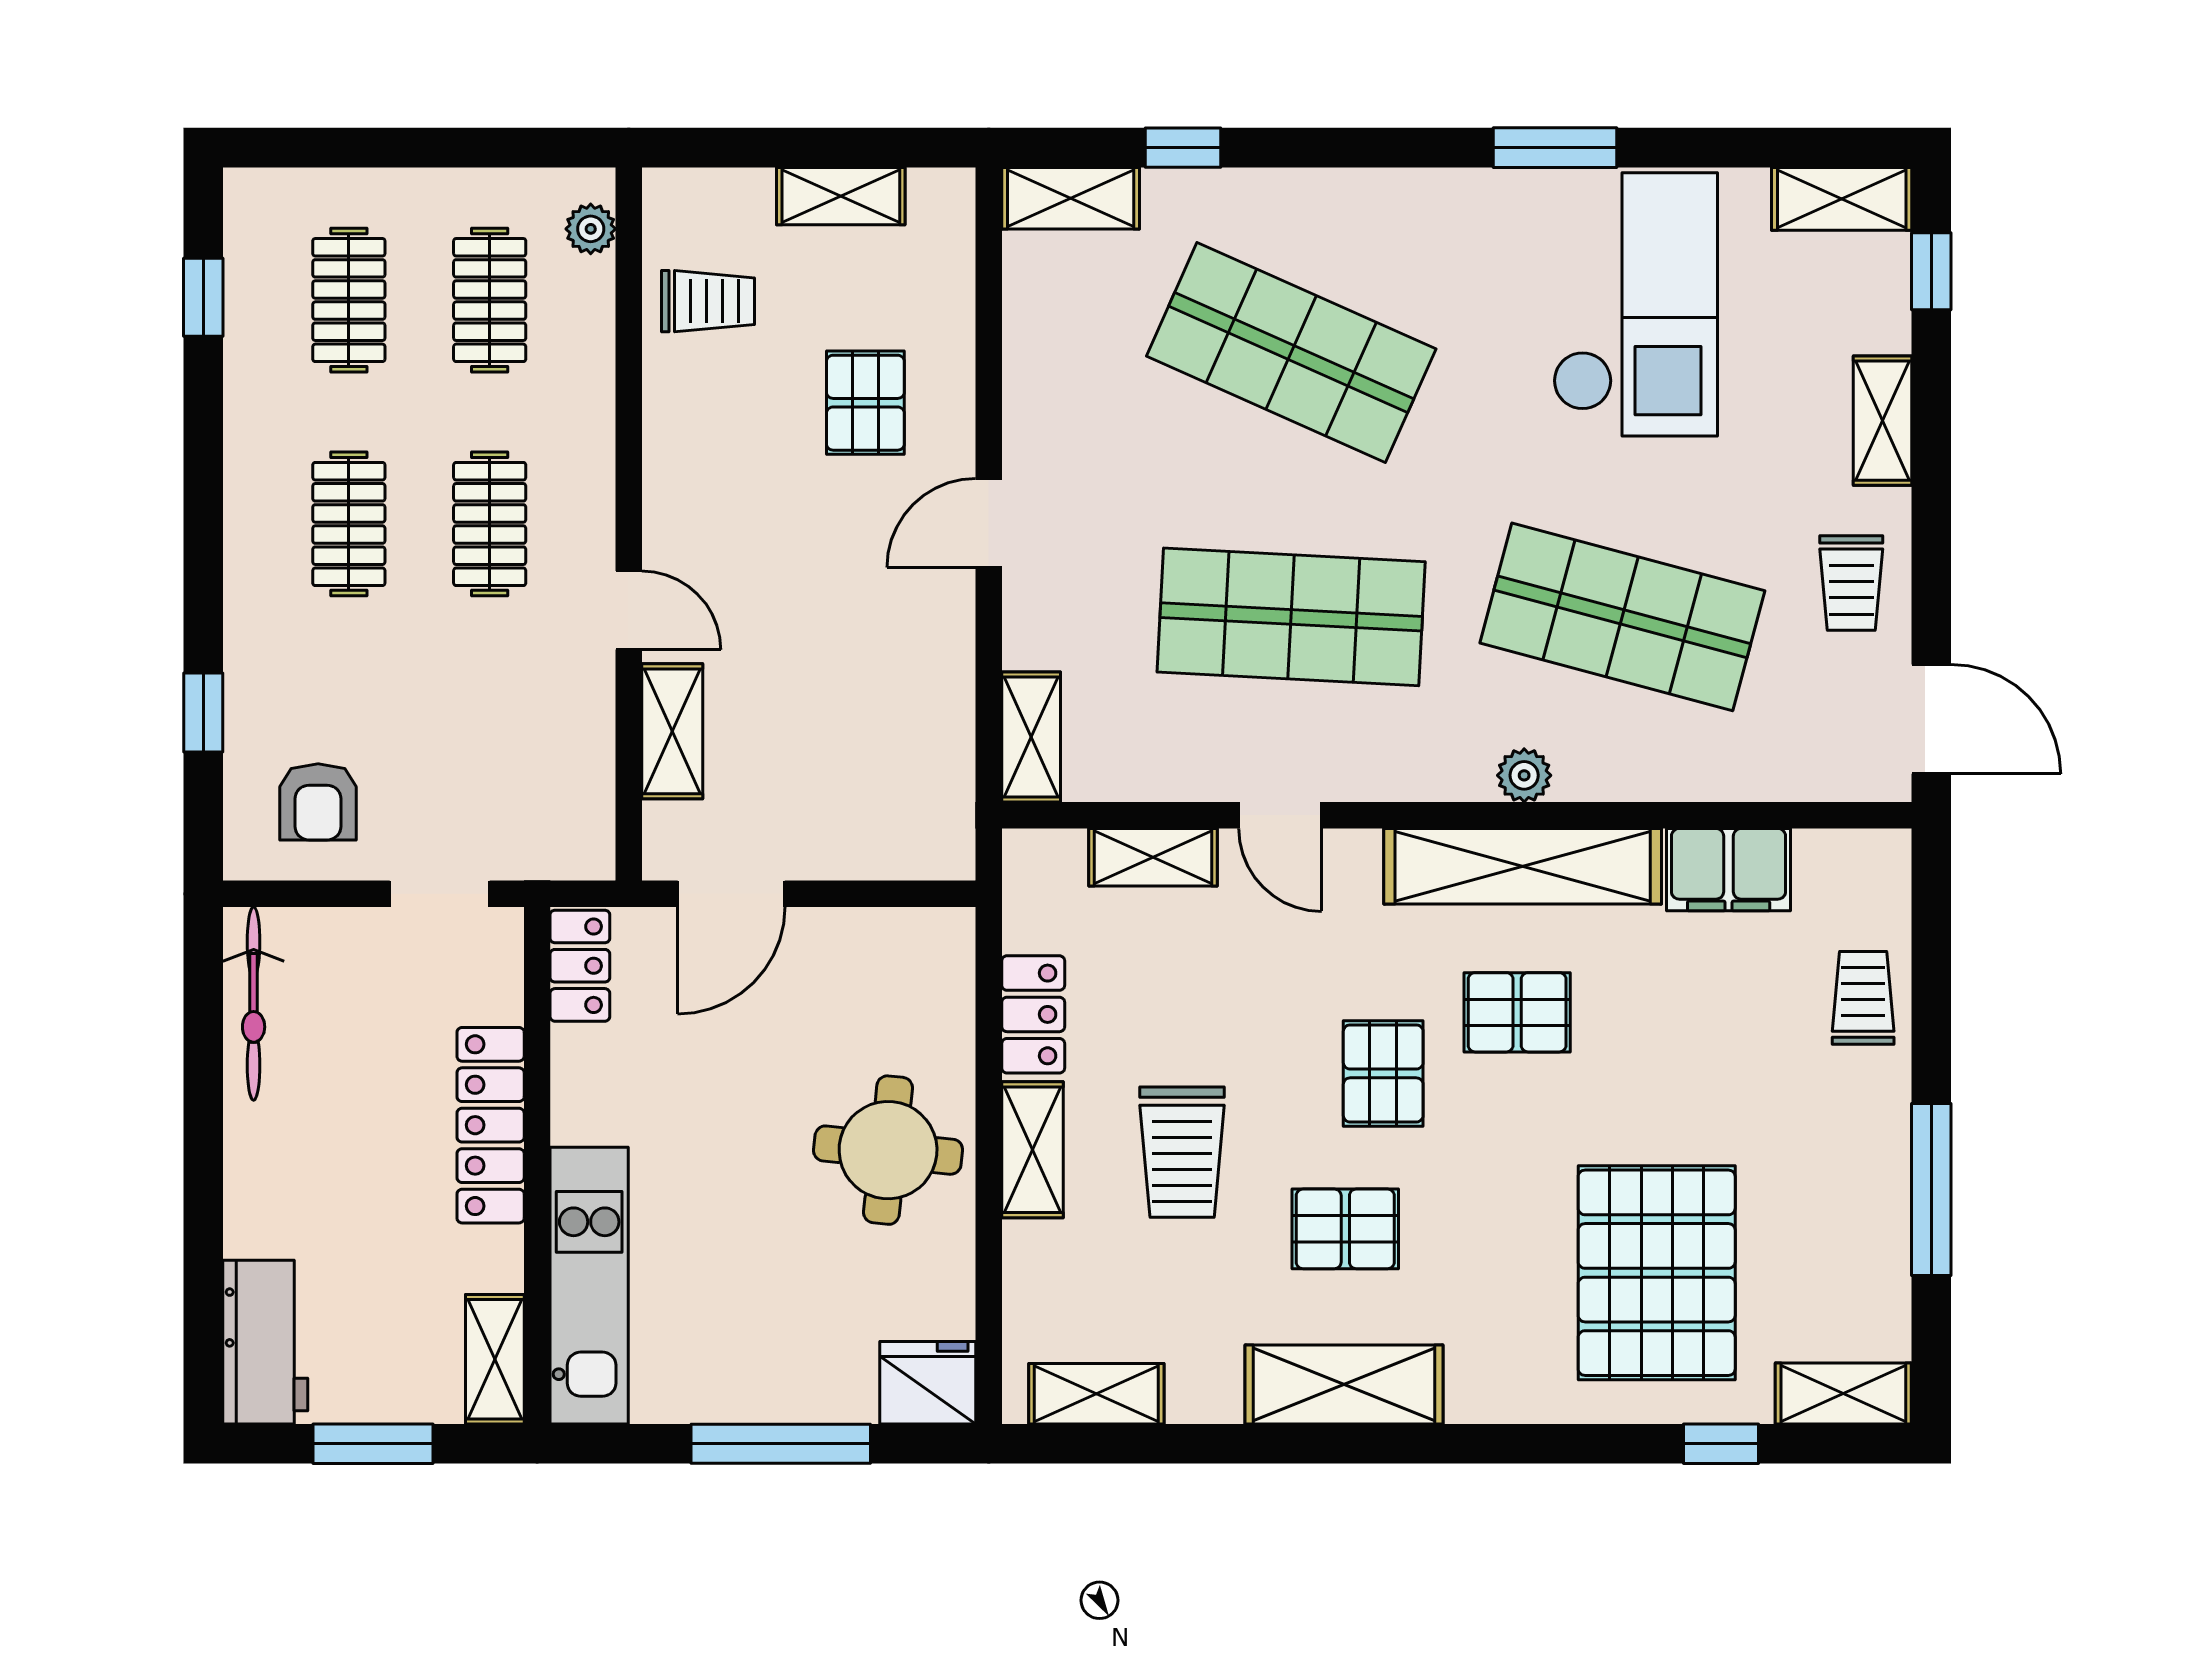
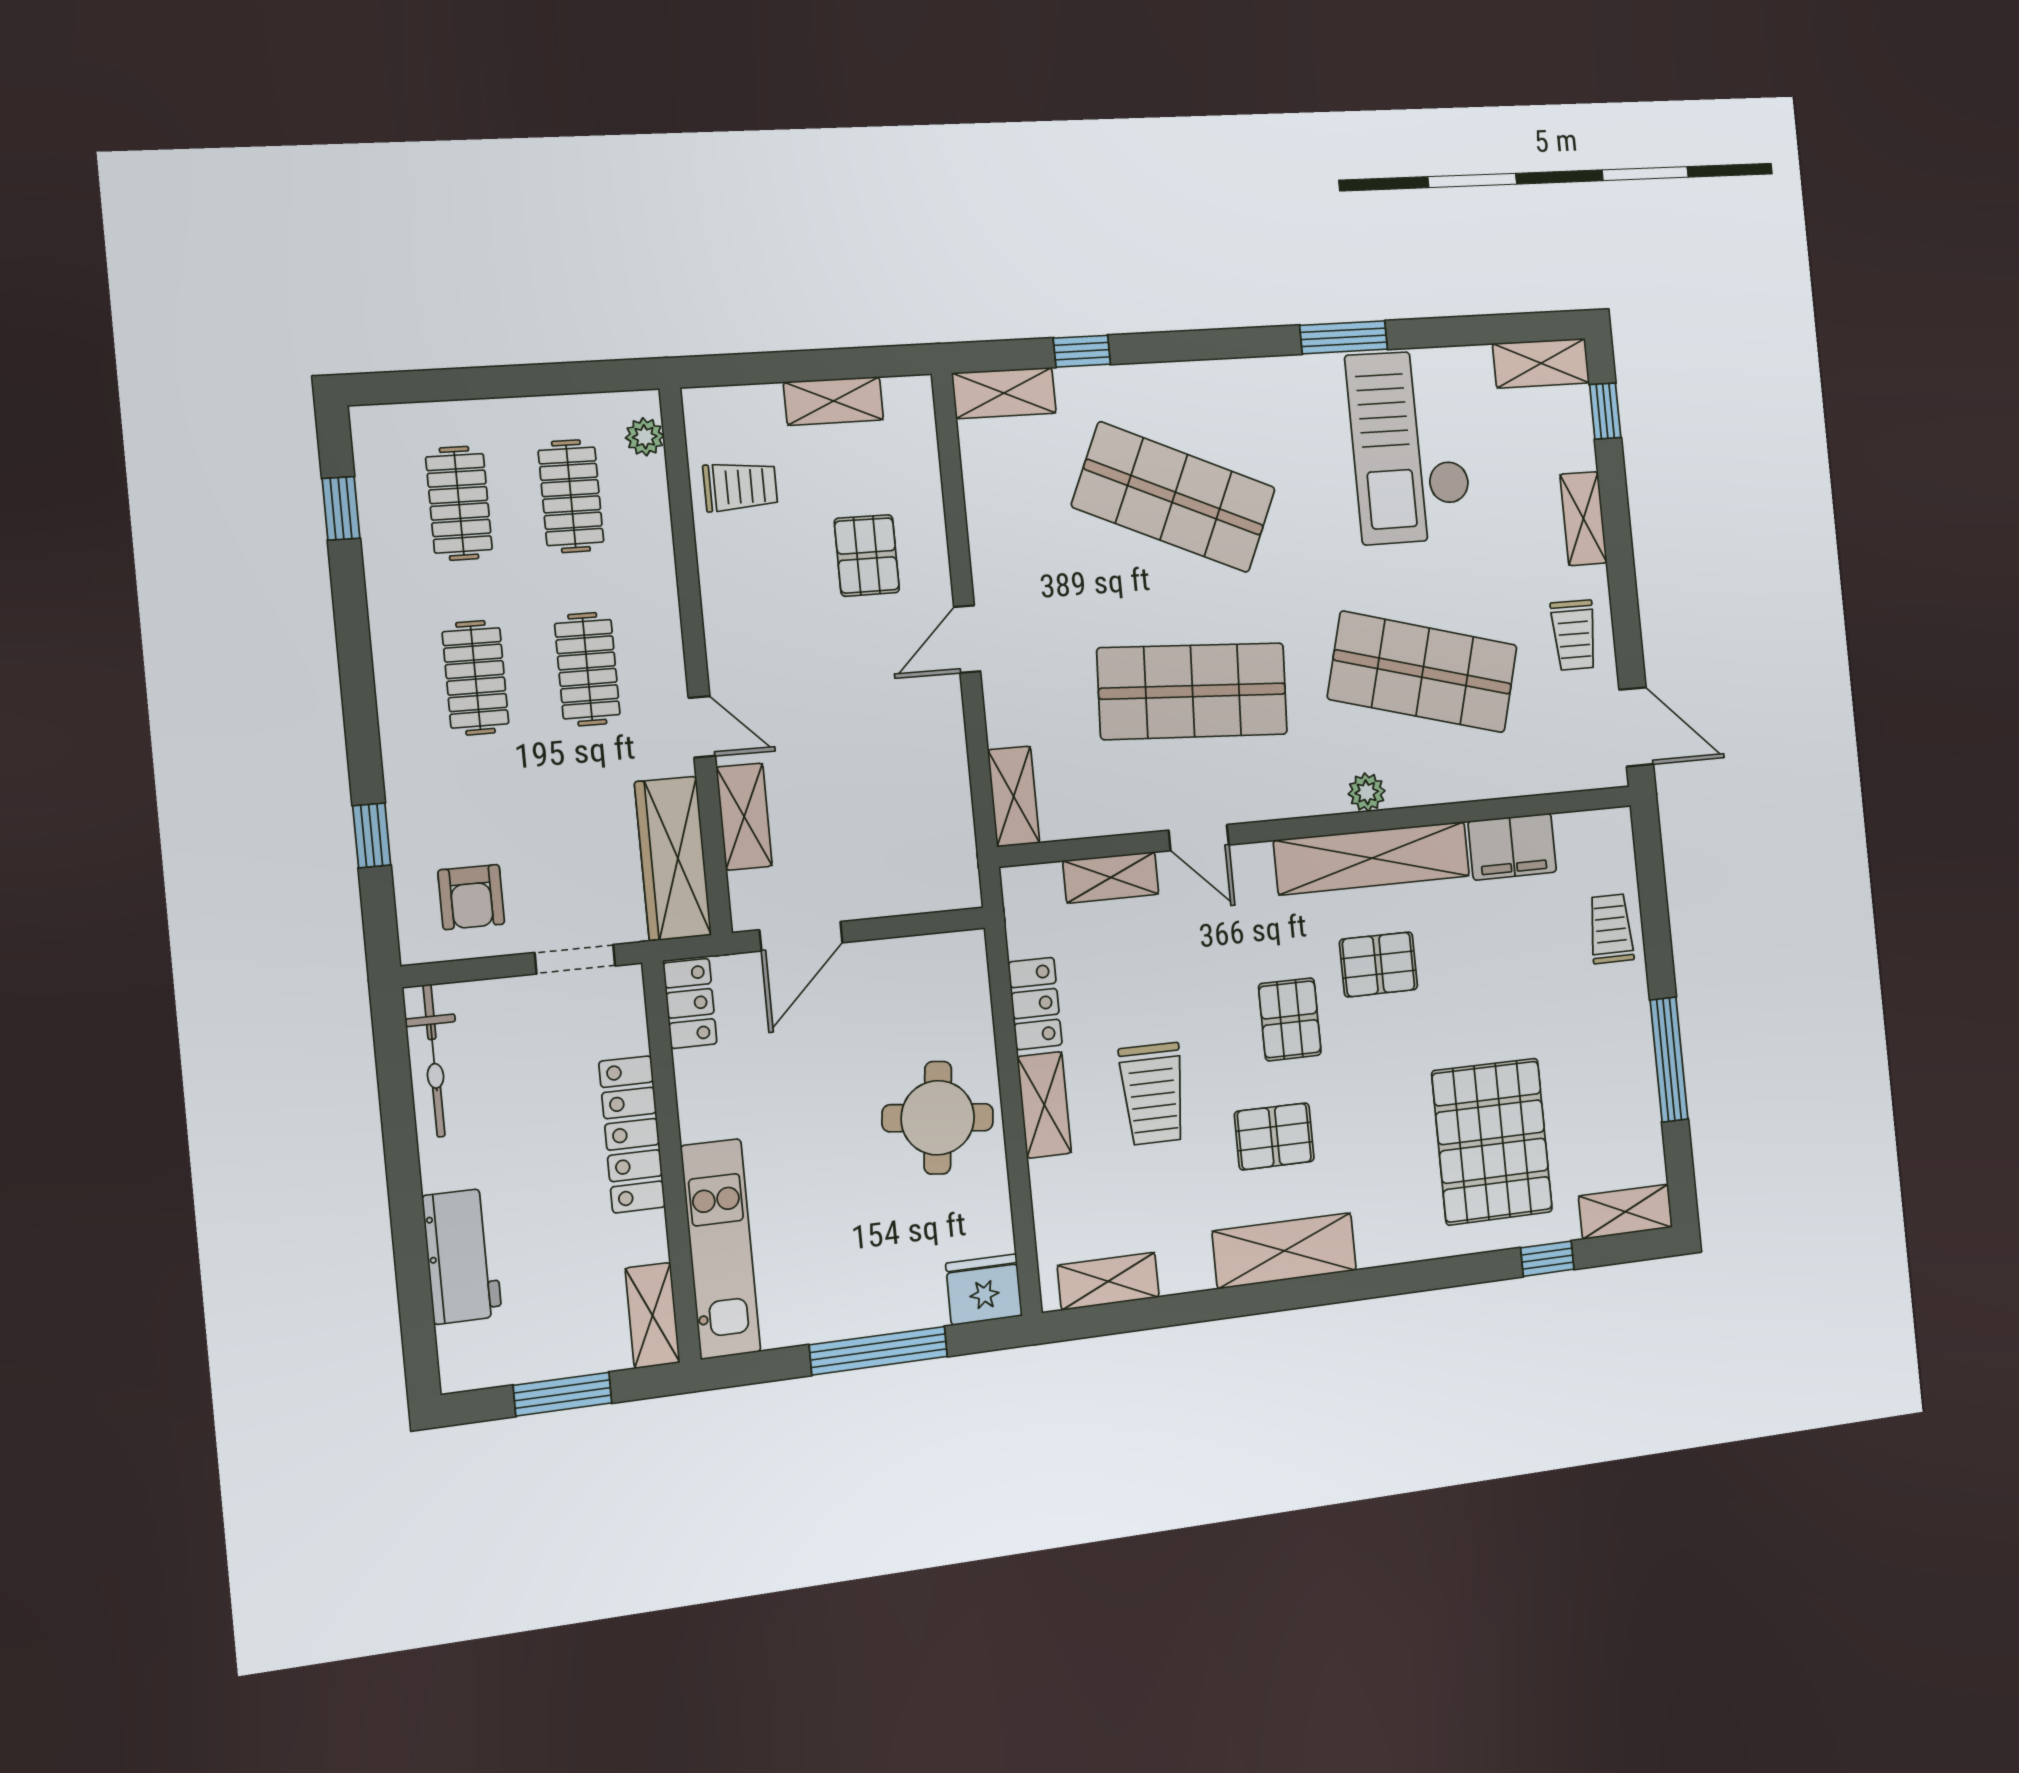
checkout: (1635, 304) -> (1410, 447), turned 180
wardrobe: (576, 777) -> (673, 859), added
workbench: (265, 1342) -> (462, 1256), moved

